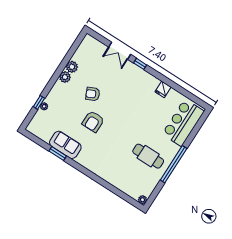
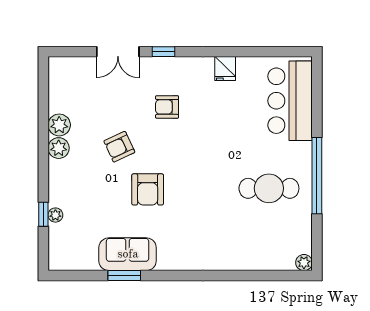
armchair: (126, 90) -> (167, 107), added

